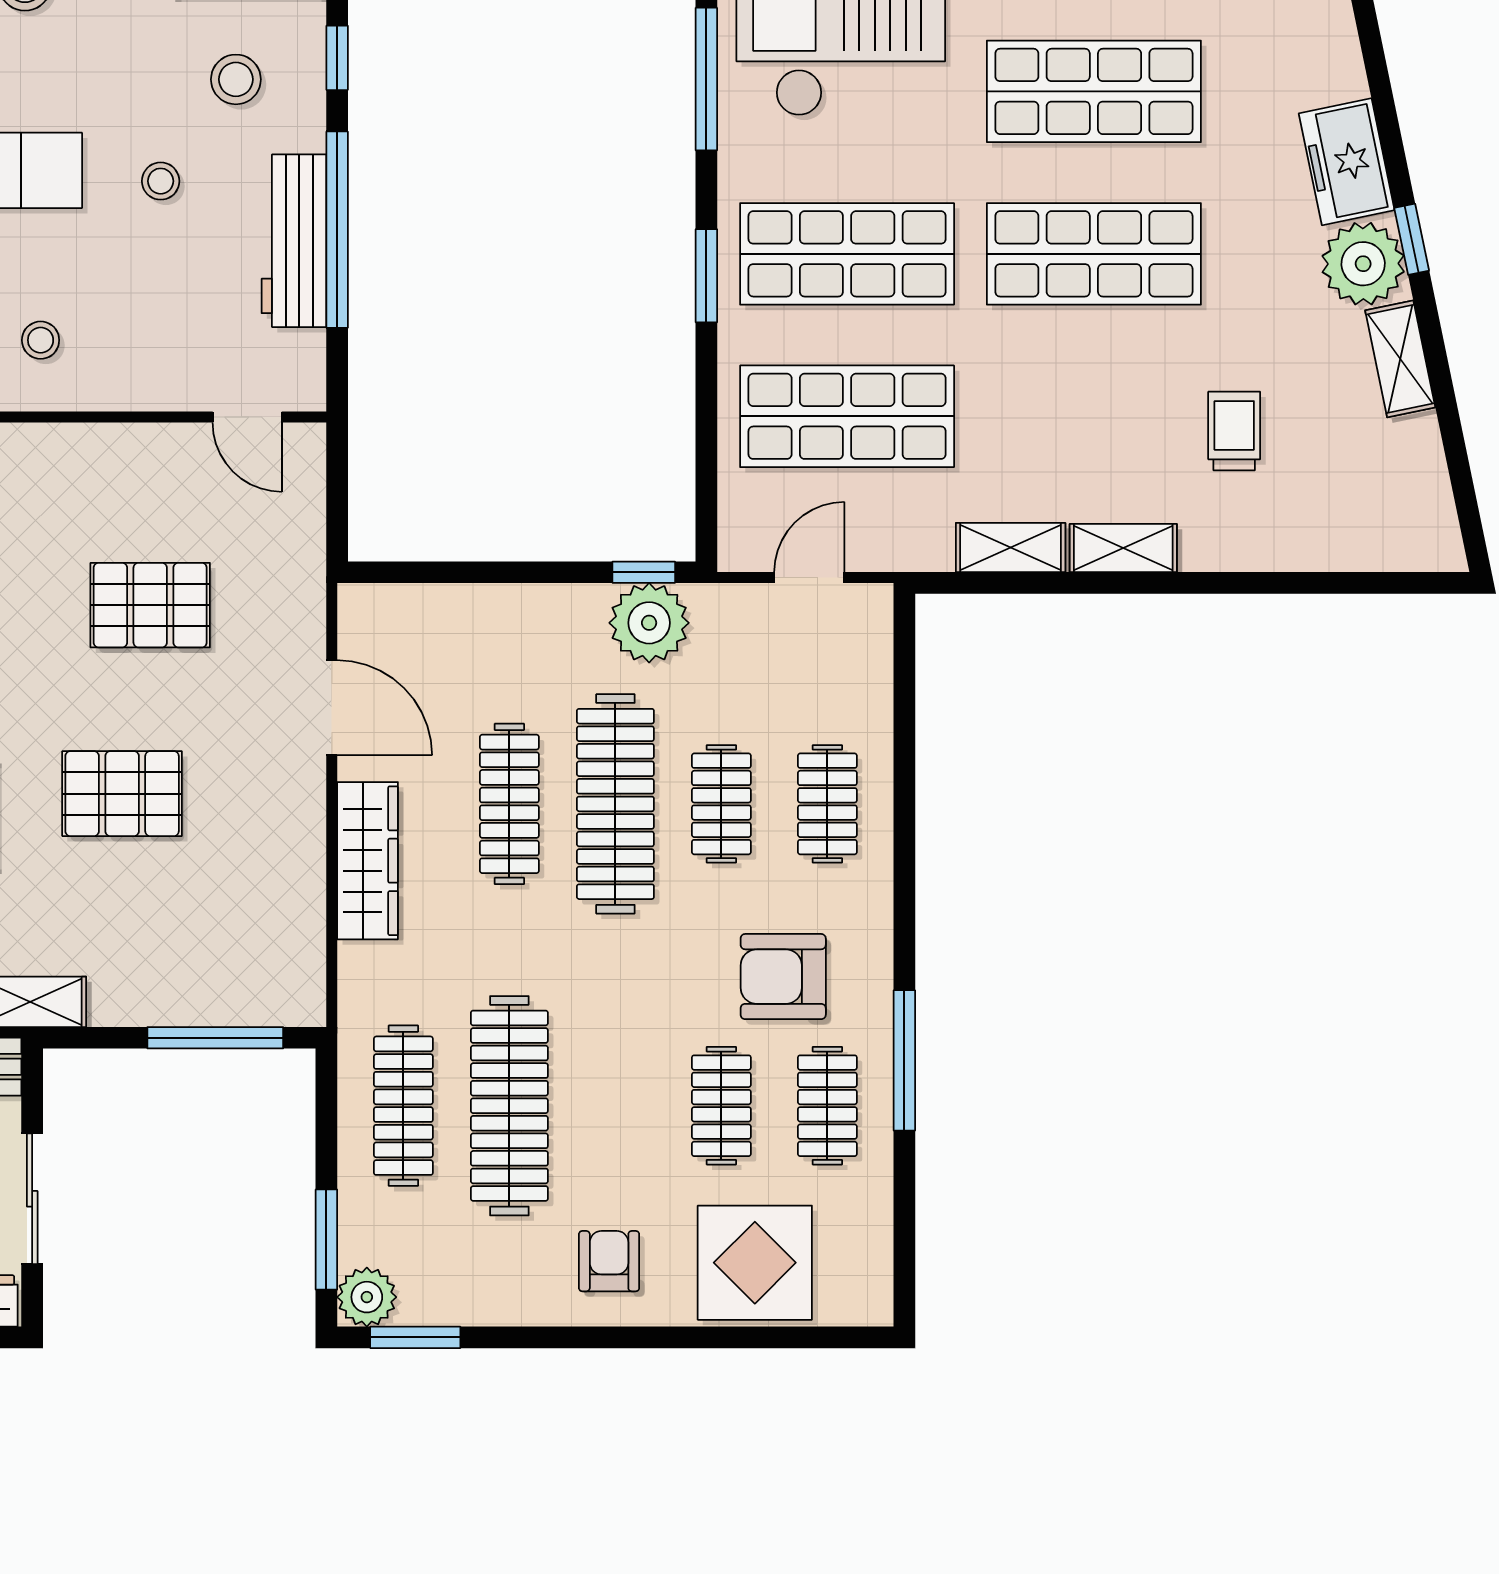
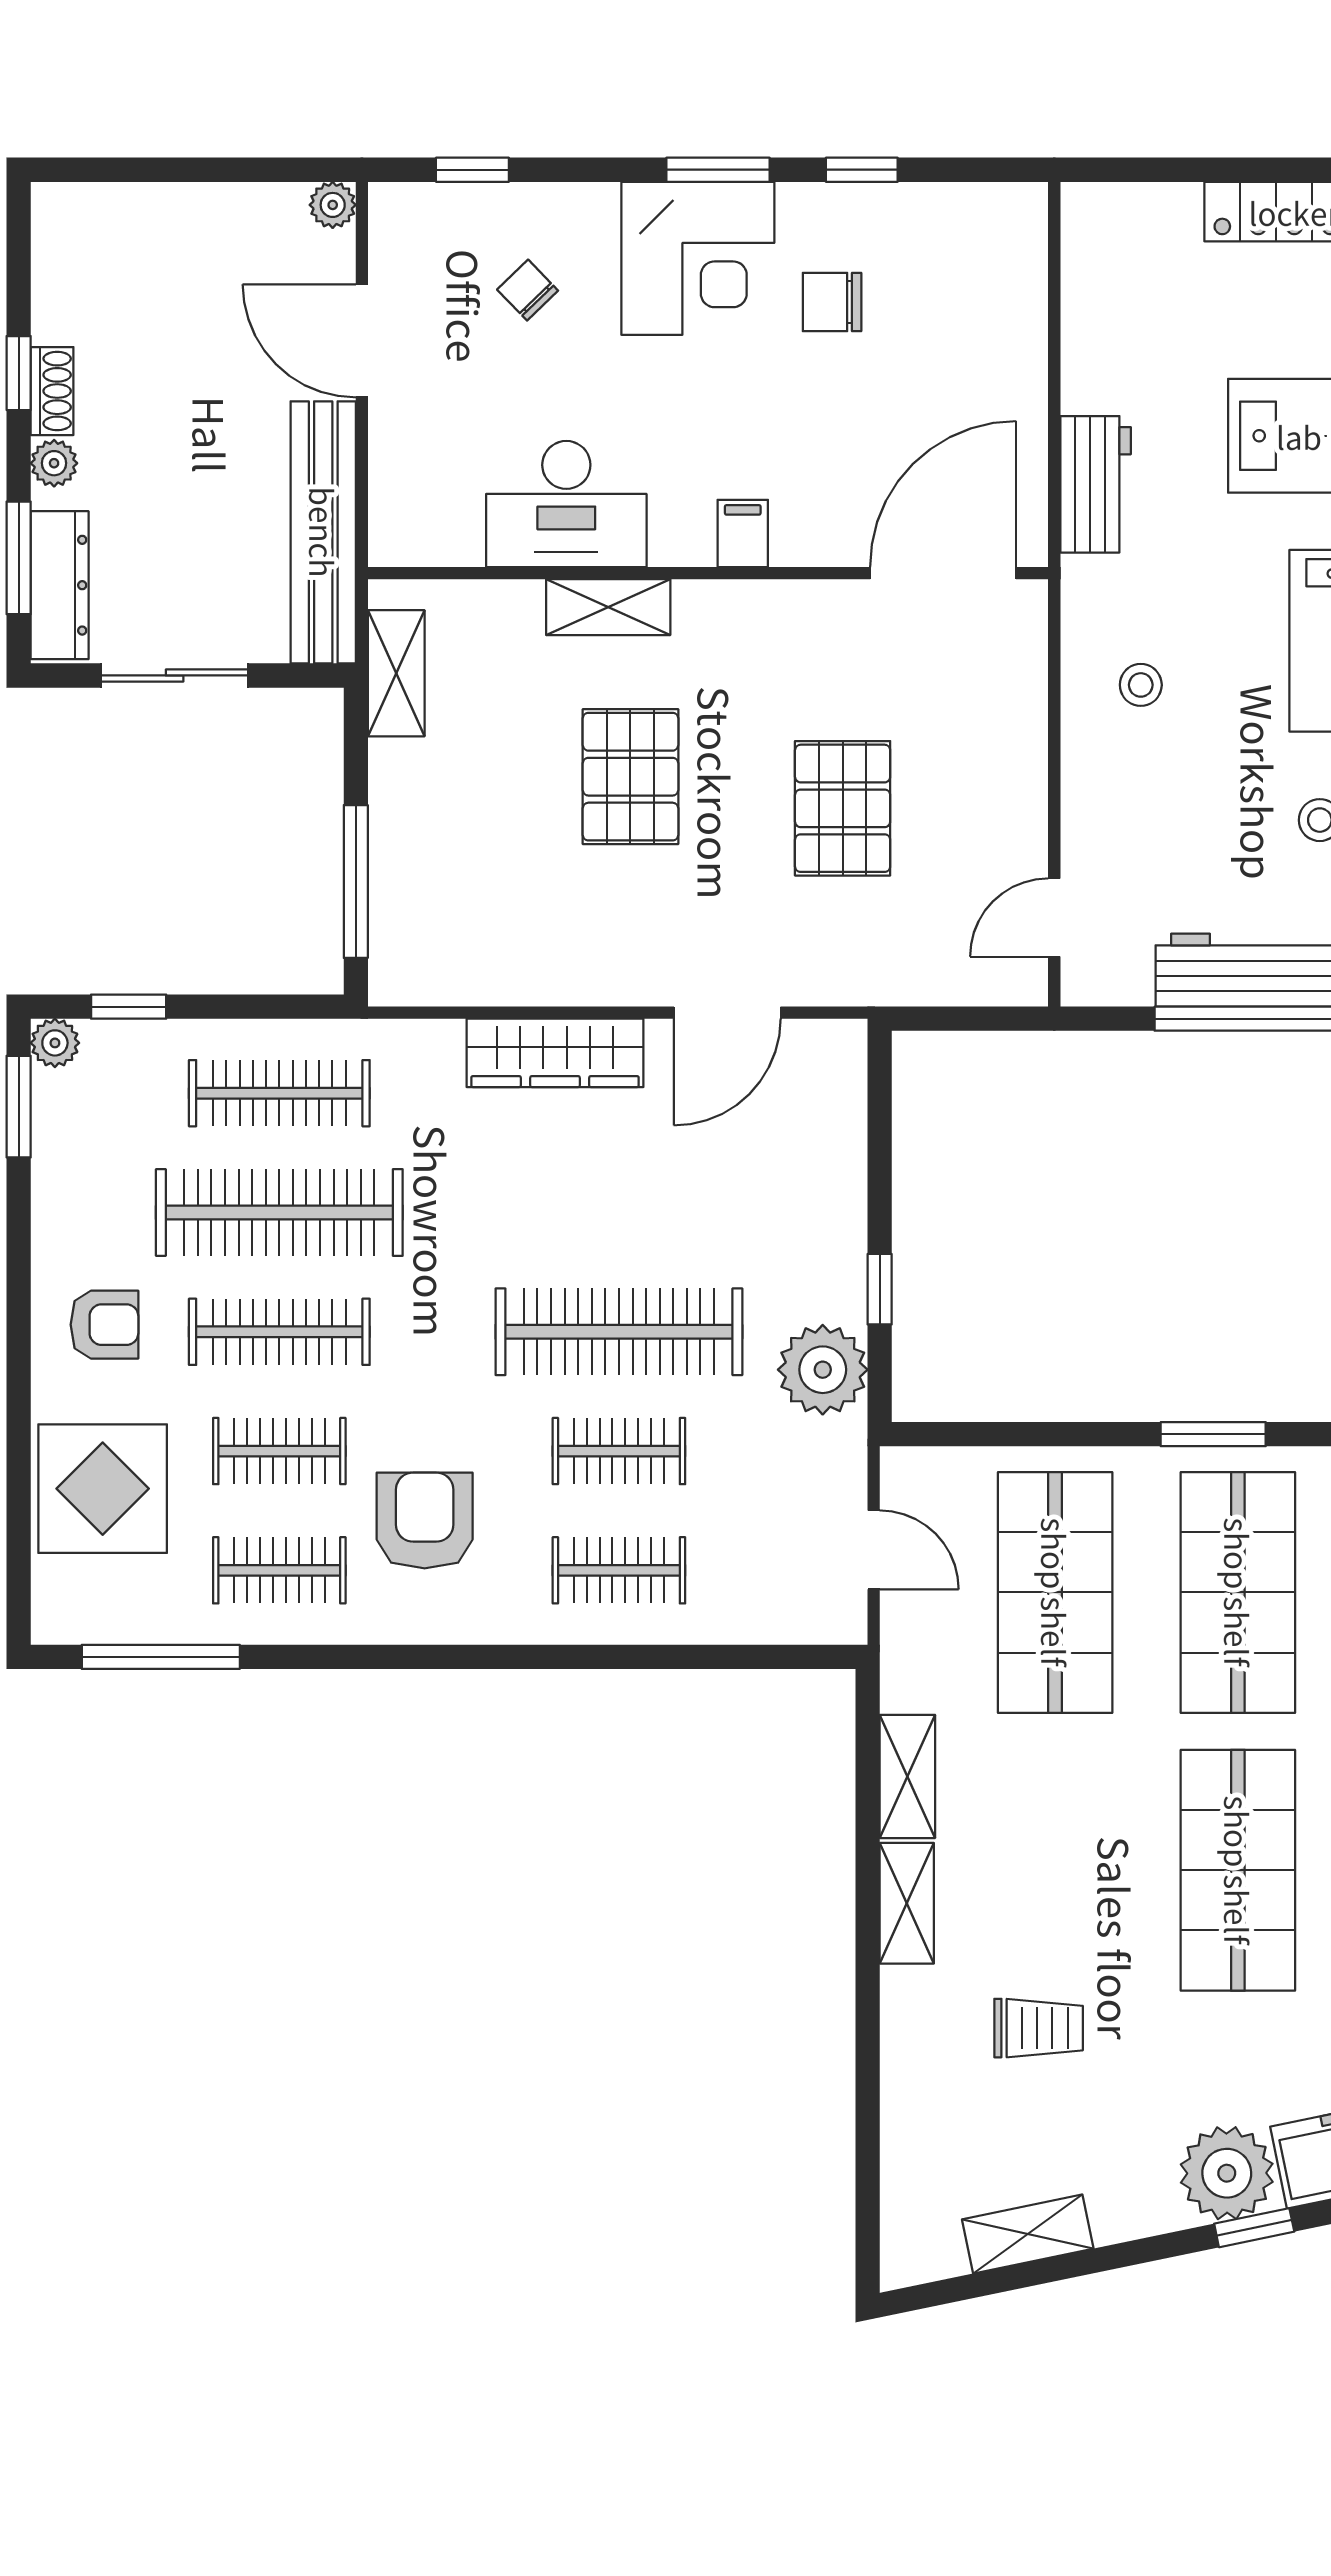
shelving: (1400, 359) -> (1028, 2234), moved
window: (644, 572) -> (880, 1289), moved
clothes rail: (509, 804) -> (279, 1332), moved
window: (904, 1060) -> (161, 1657), moved
window: (326, 1240) -> (129, 1007), width x0.67
plant: (367, 1297) -> (55, 1043), width x0.73, depth x0.73

